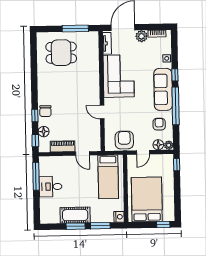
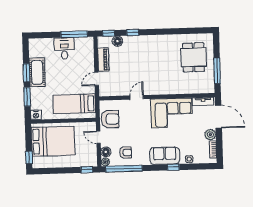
sofa: (163, 89) -> (165, 156), width x0.73
window: (176, 106) -> (124, 169), moved
chair: (45, 111) -> (137, 43), removed

